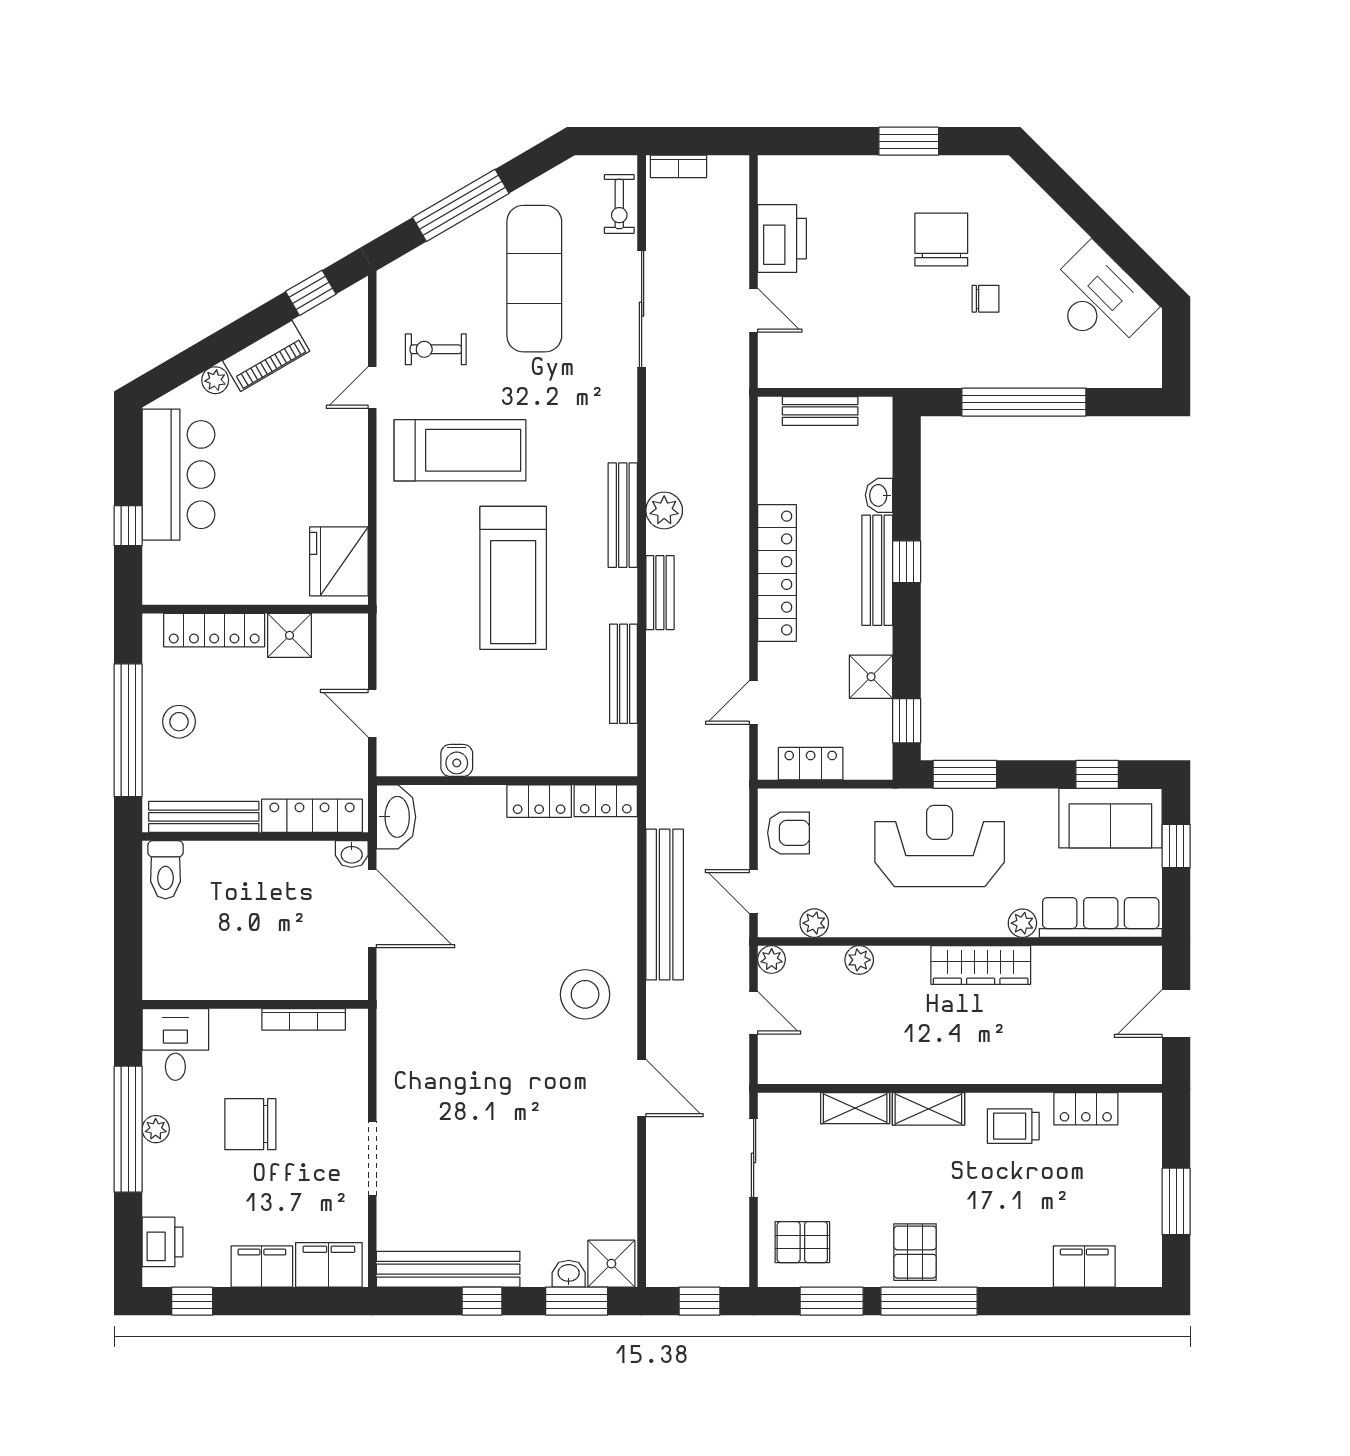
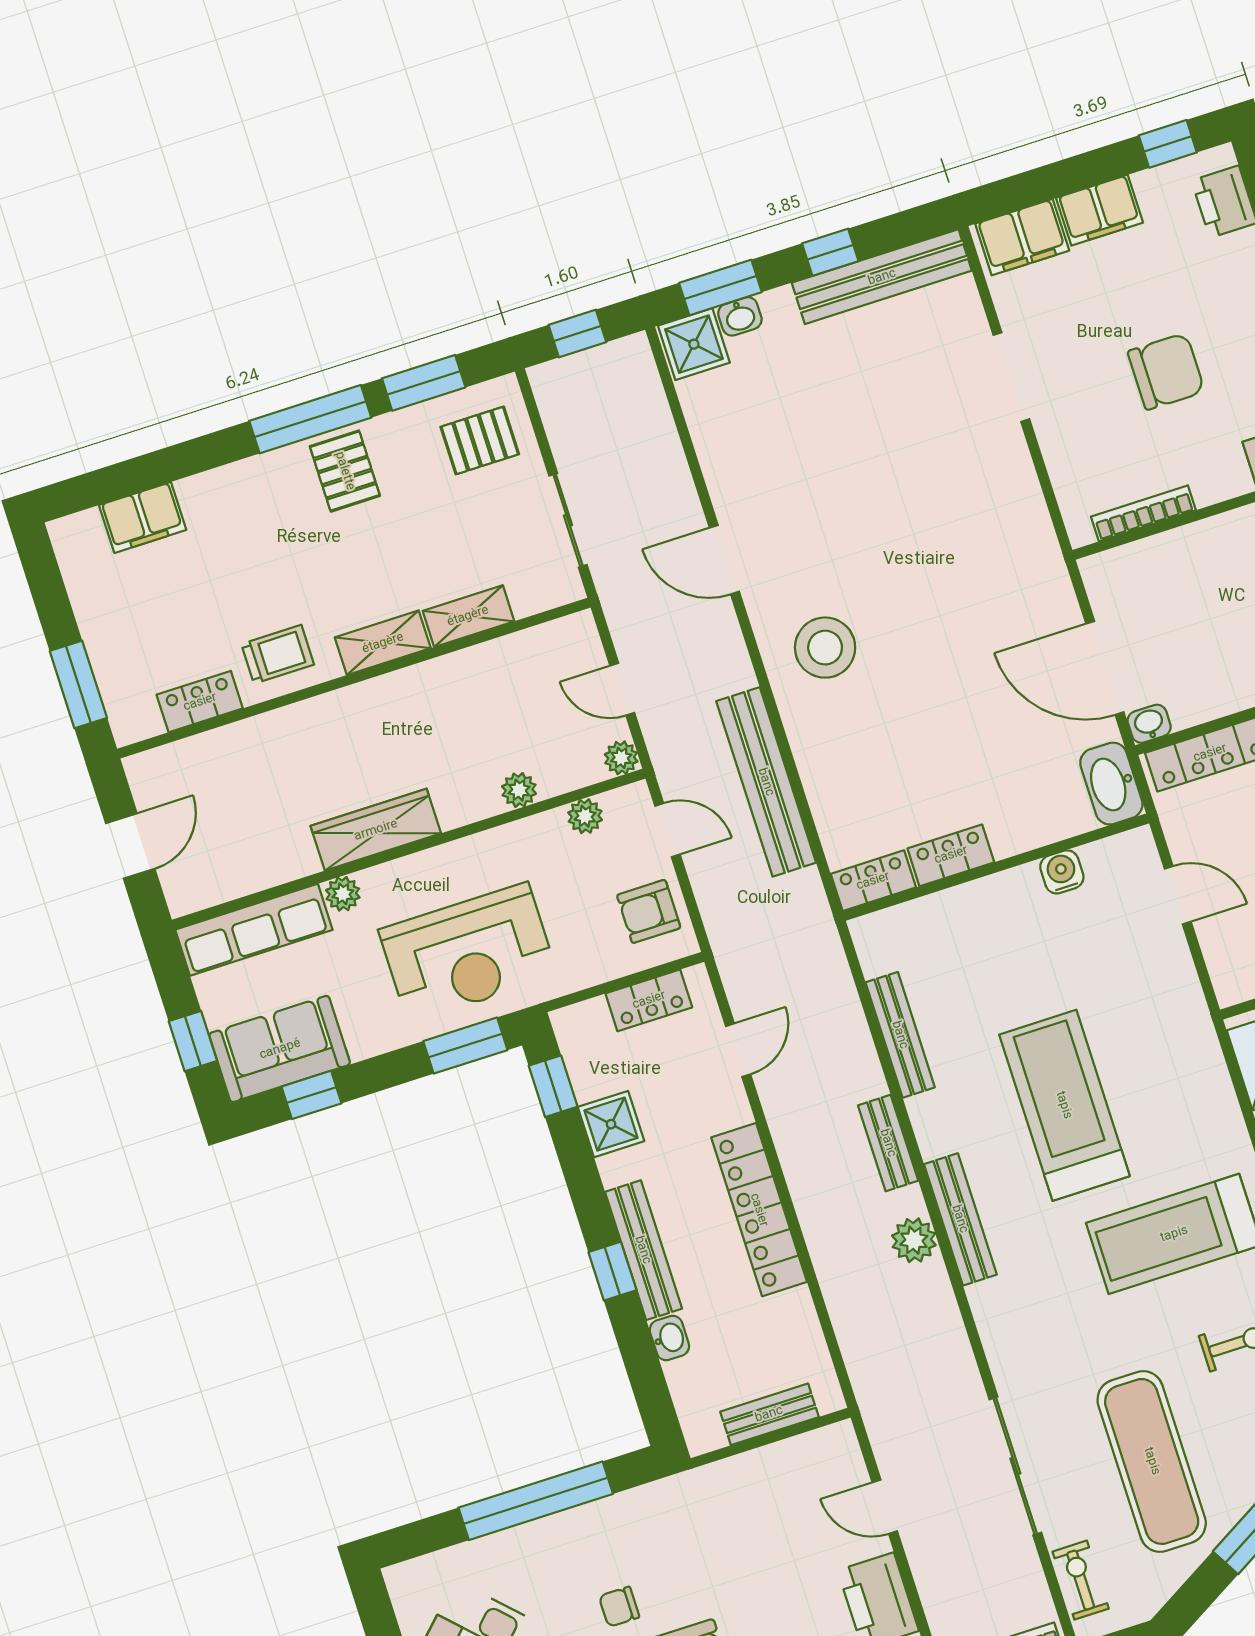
window: (1176, 1201) -> (78, 684), moved

